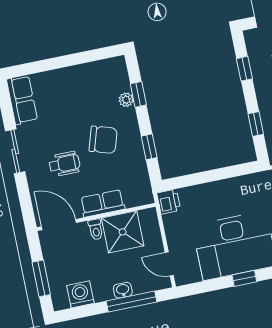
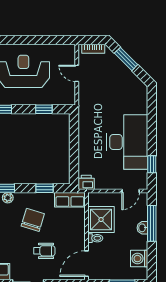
wheelchair: (64, 164) -> (44, 251), turned 90
row of seats: (103, 203) -> (70, 200), moved, turned -90
window: (244, 278) -> (152, 164), moved

